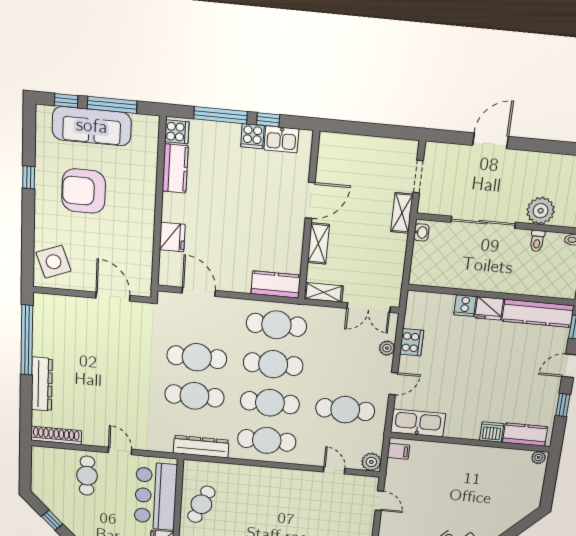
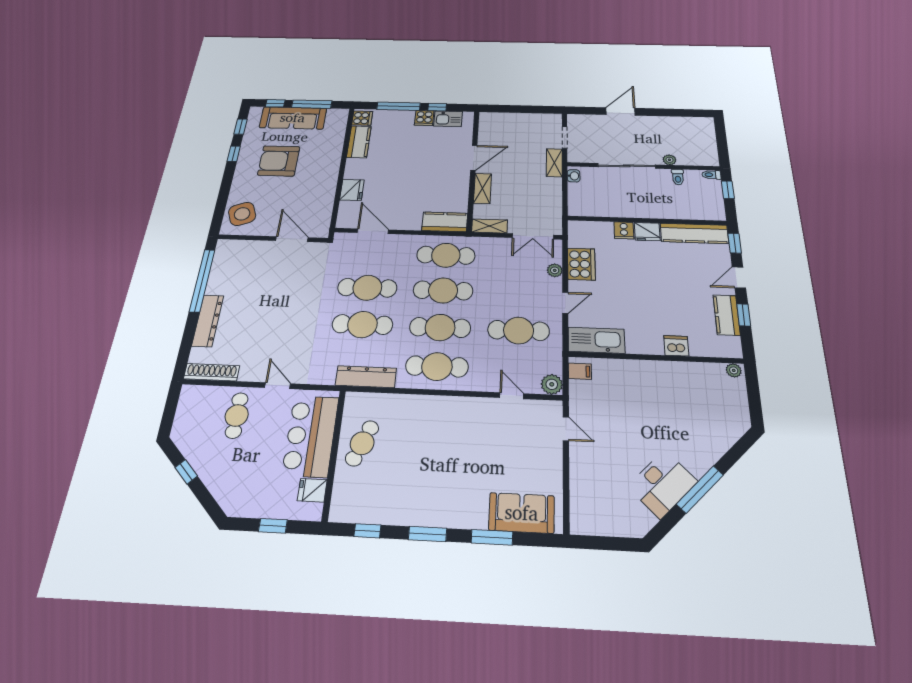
window: (29, 136) -> (240, 127), added
plant: (541, 211) -> (669, 160), width x0.53, depth x0.53
cooker: (412, 342) -> (581, 264), width x1.37, depth x1.31
kitchen counter: (525, 435) -> (727, 315), moved, turned -90

